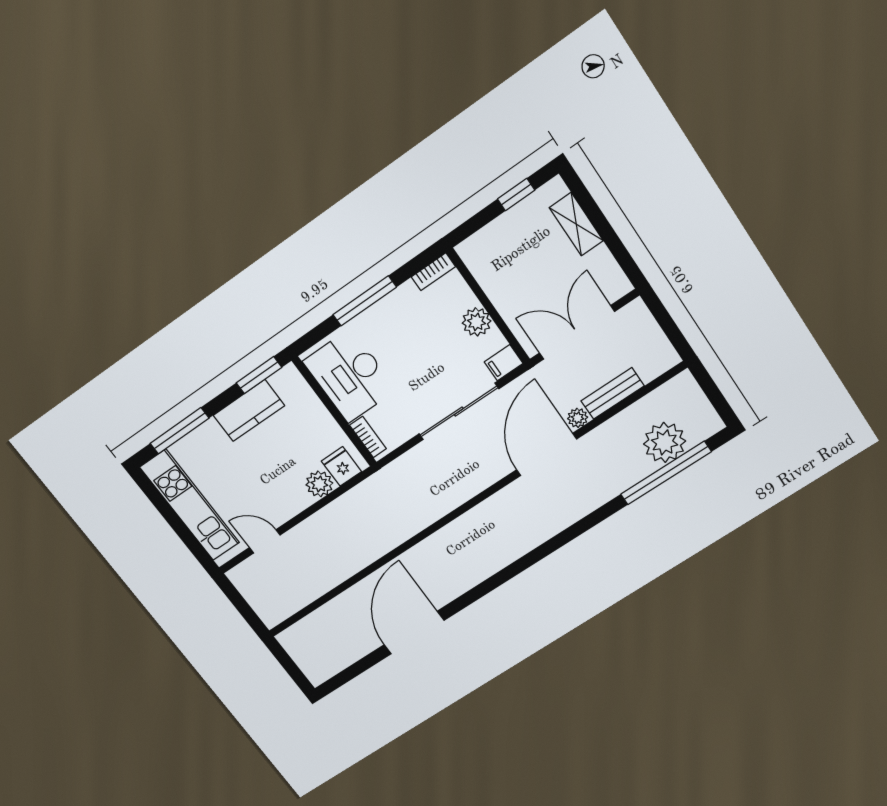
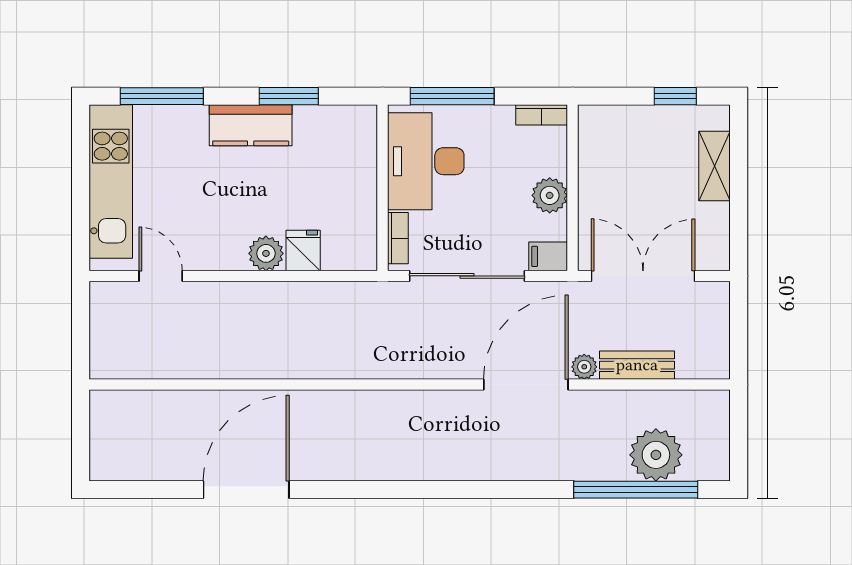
desk: (350, 376) -> (426, 161), moved
wall: (334, 412) -> (383, 188), moved
bookcase: (368, 437) -> (398, 238), moved

